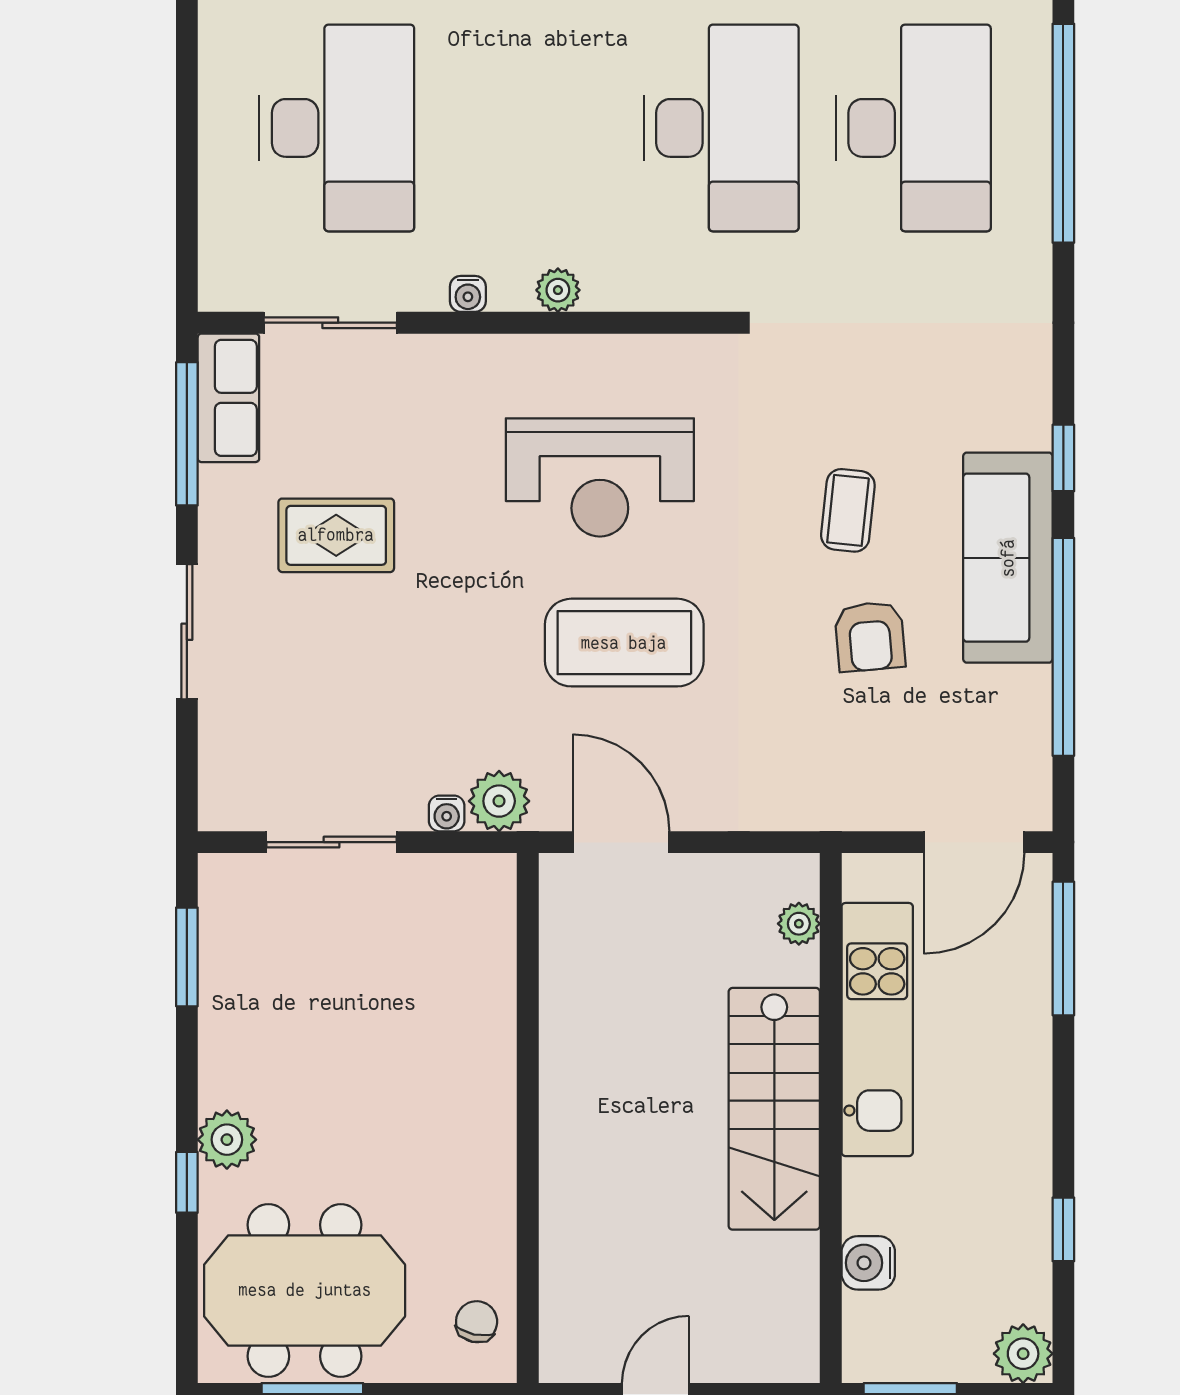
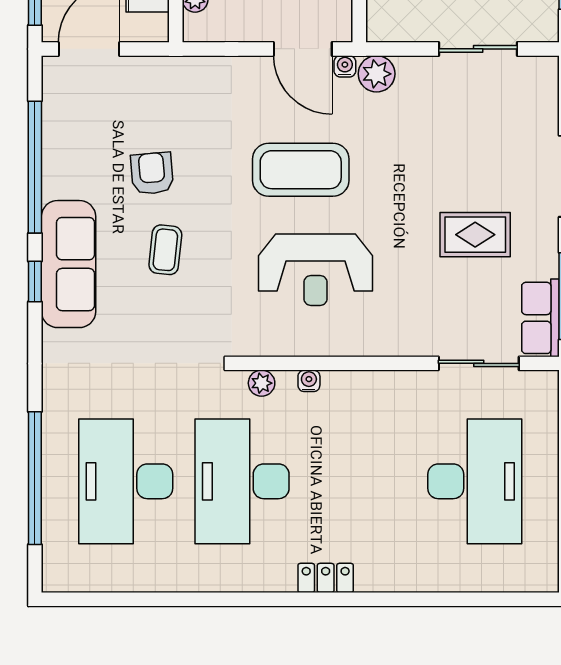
desk: (337, 128) -> (475, 481), turned 180
plant: (558, 290) -> (262, 383), moved
water cooler: (468, 294) -> (309, 381), moved
reception desk: (600, 477) -> (316, 270), turned 180
sofa: (1008, 558) -> (69, 264), moved
water cooler: (447, 813) -> (345, 66), moved

